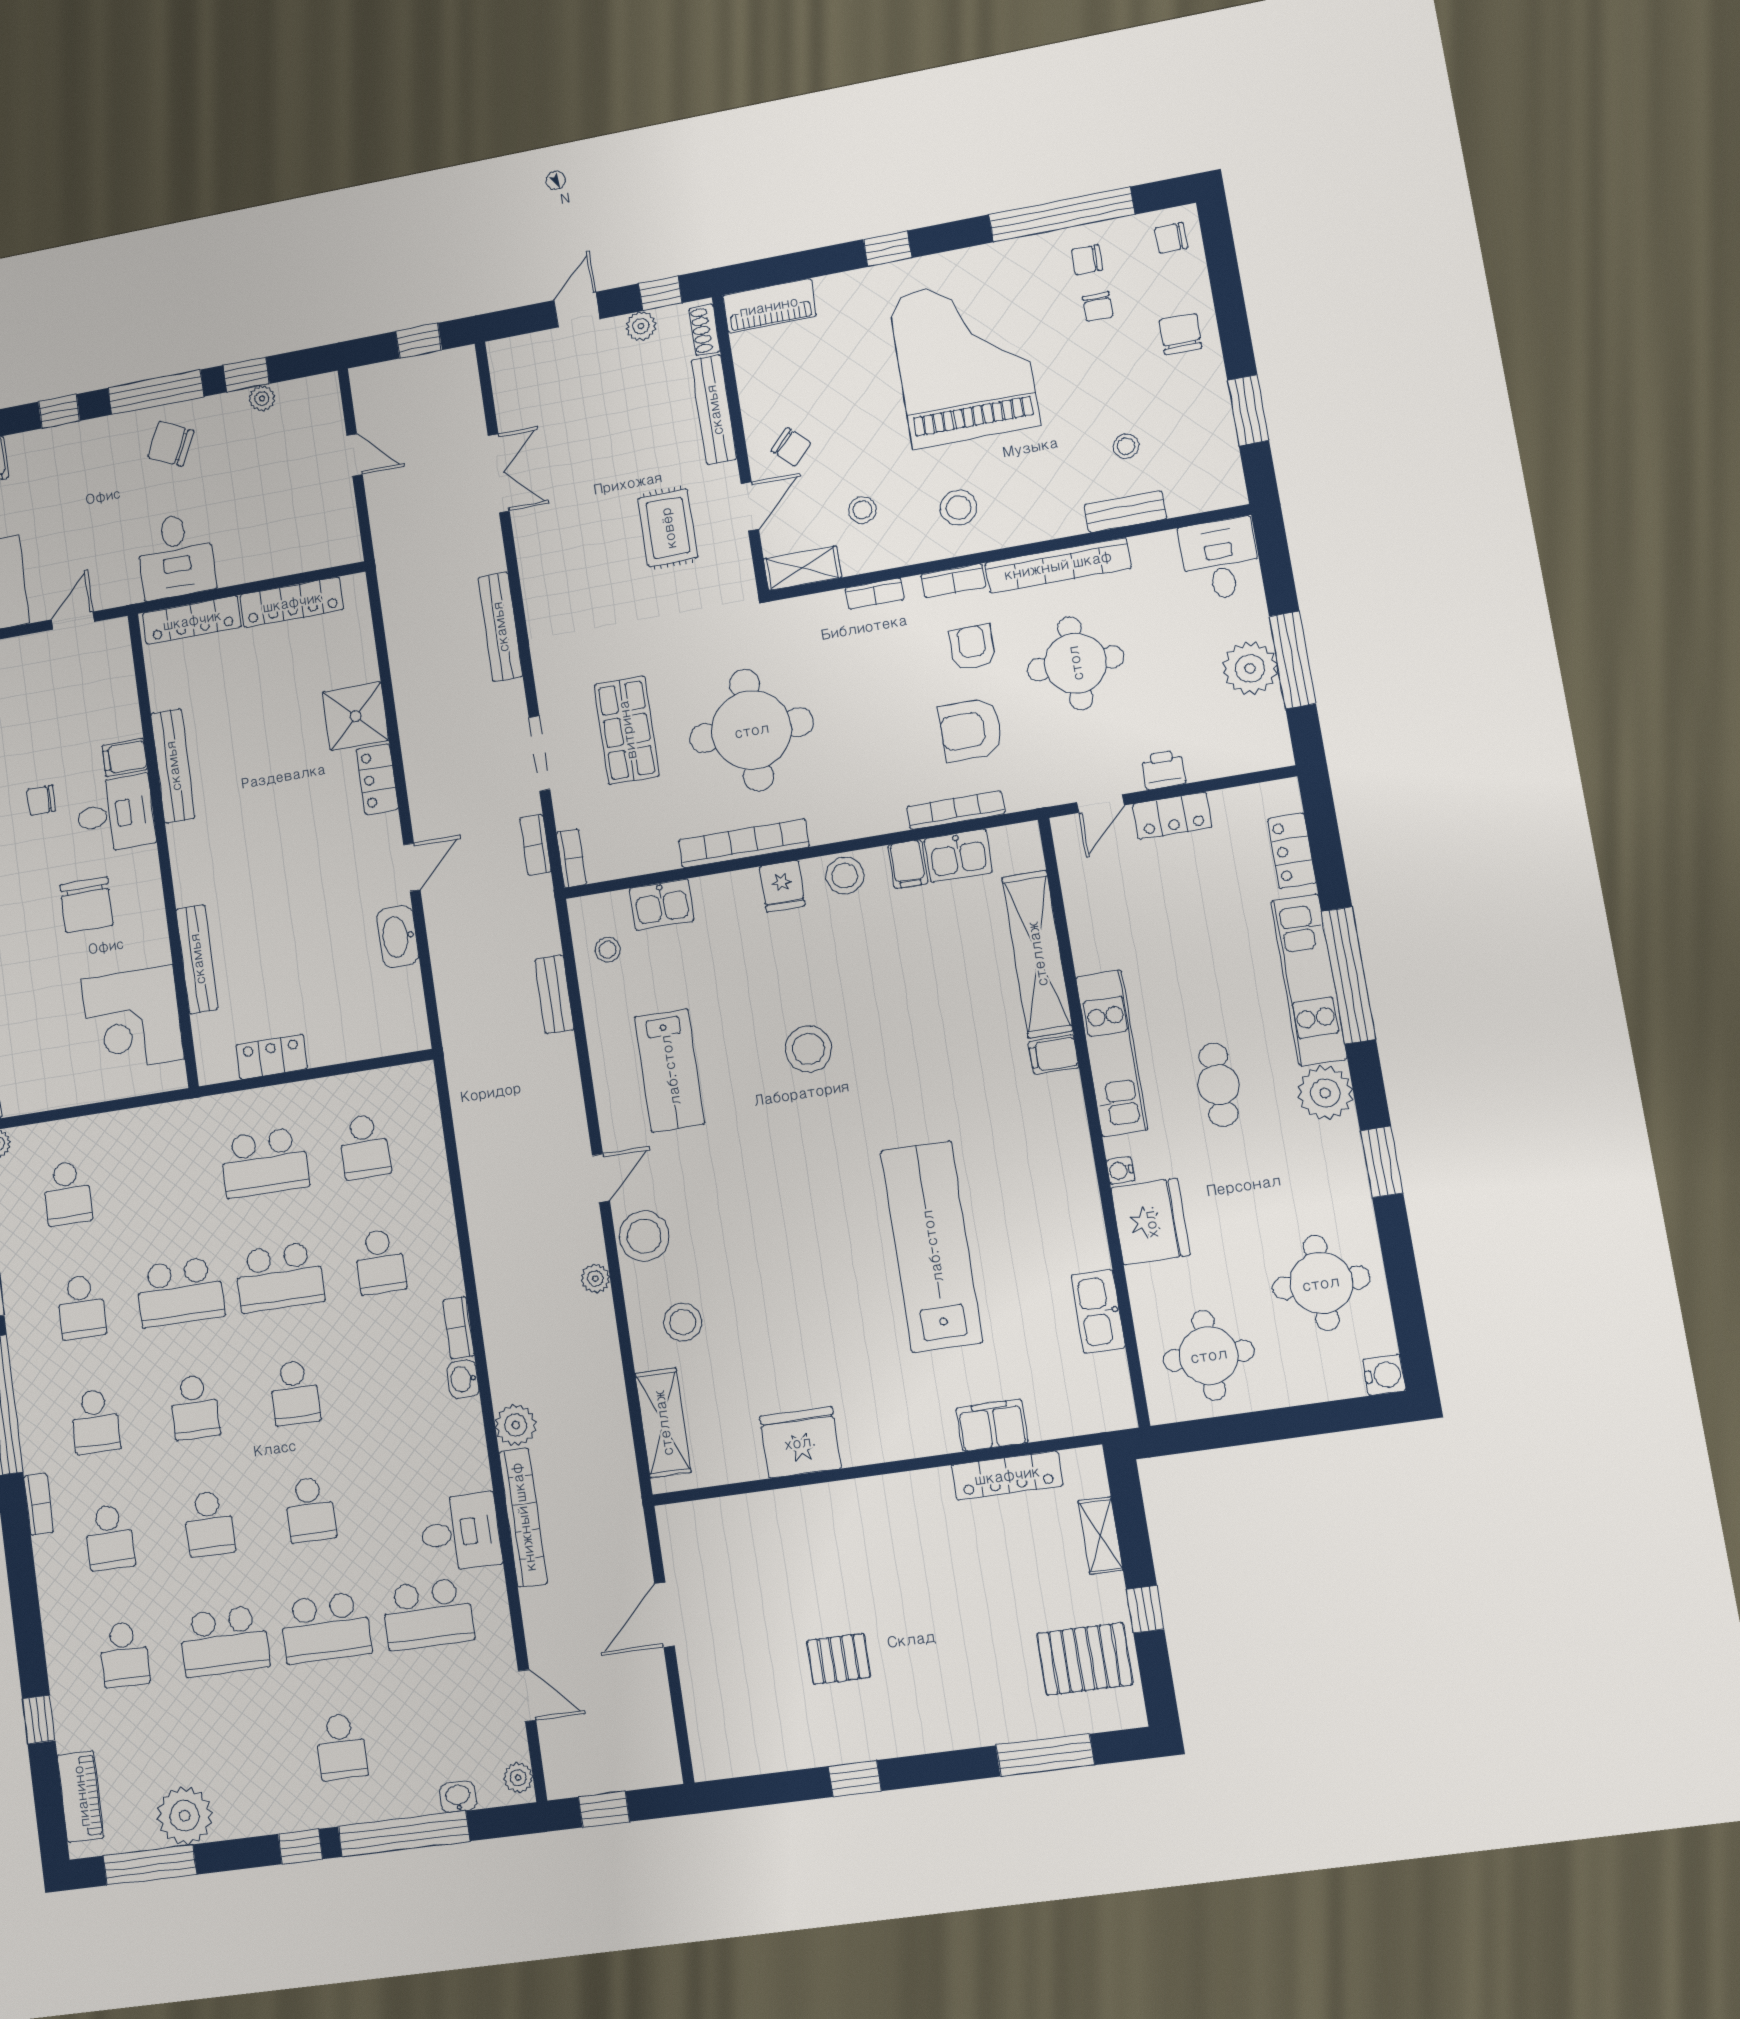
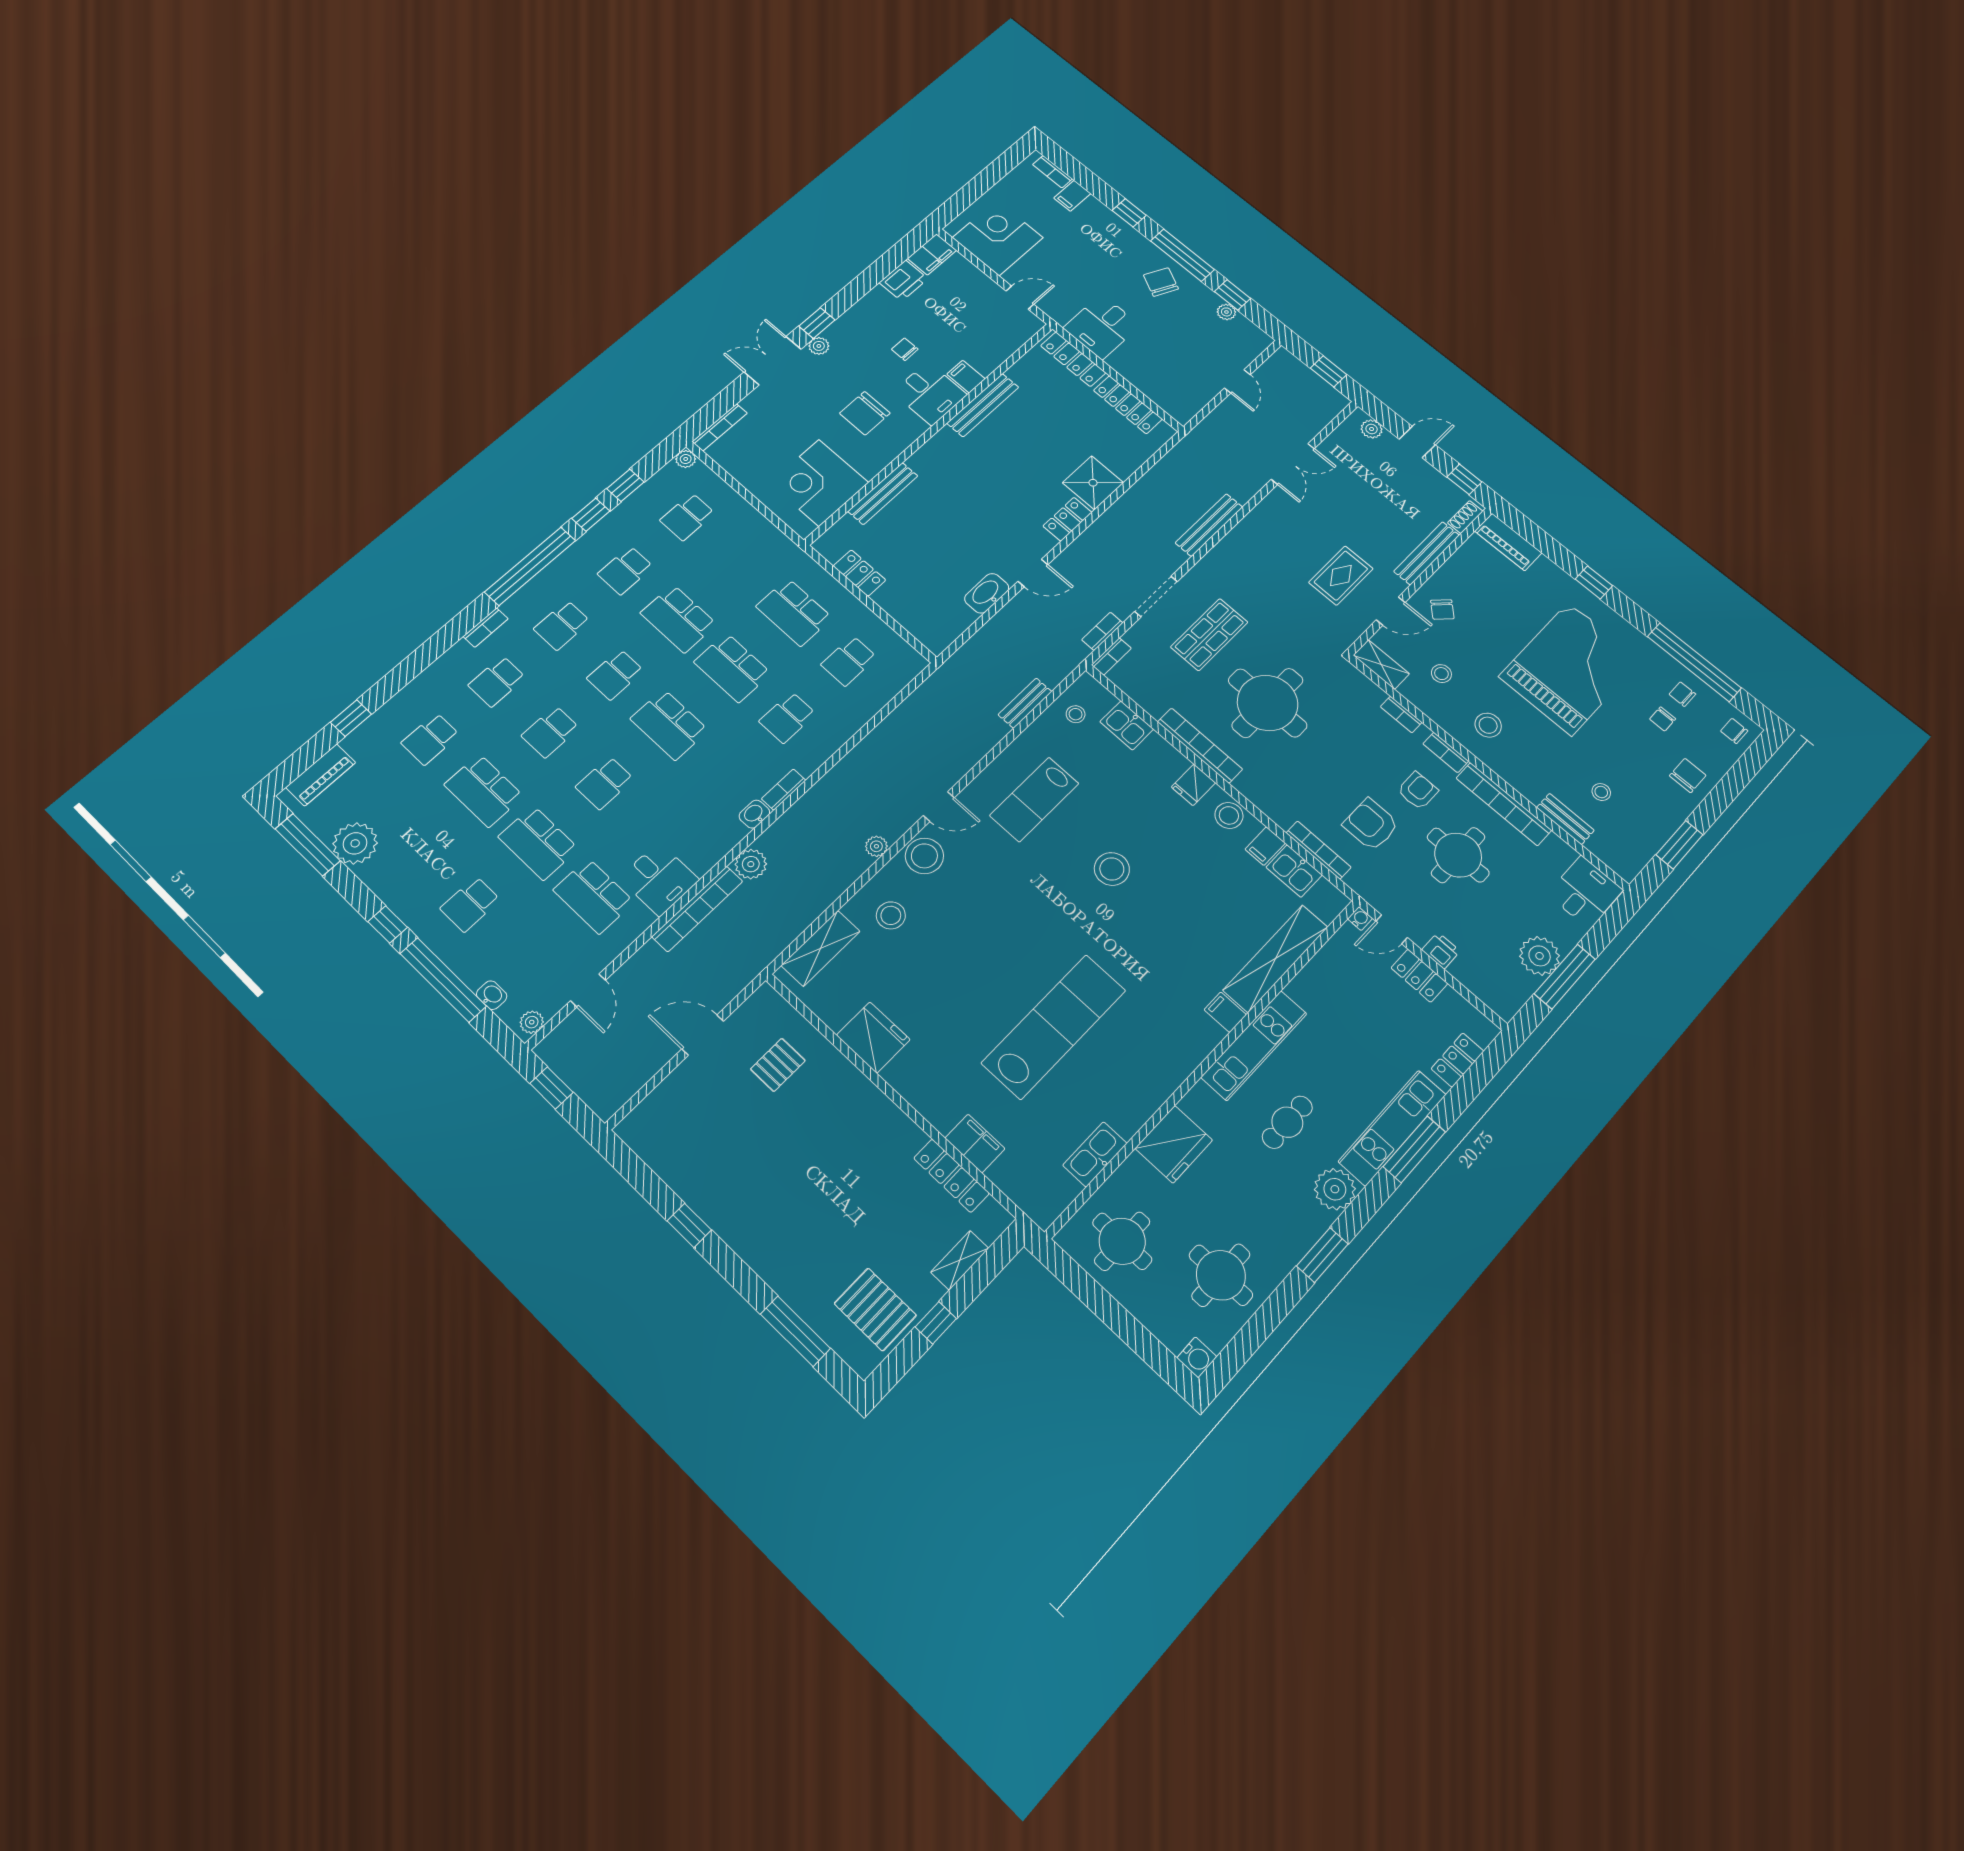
plant: (641, 326) -> (1372, 429), moved
window: (1349, 975) -> (1414, 1149), width x0.68
water cooler: (1120, 1170) -> (1360, 919), moved, turned 90
school desk: (295, 1393) -> (669, 725), width x1.85
pallet: (839, 1659) -> (778, 1065), moved, turned 90

